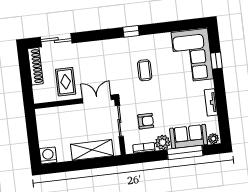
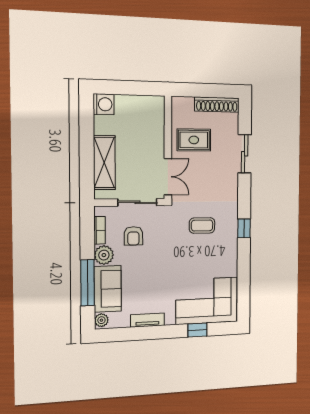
sliding door: (56, 40) -> (245, 154), moved
coffee table: (145, 70) -> (202, 225), moved

